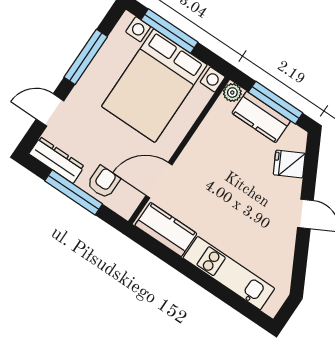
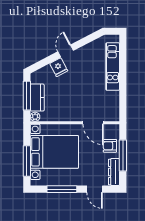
fridge: (289, 164) -> (59, 67), moved
kitchen counter: (166, 229) -> (112, 106), removed

